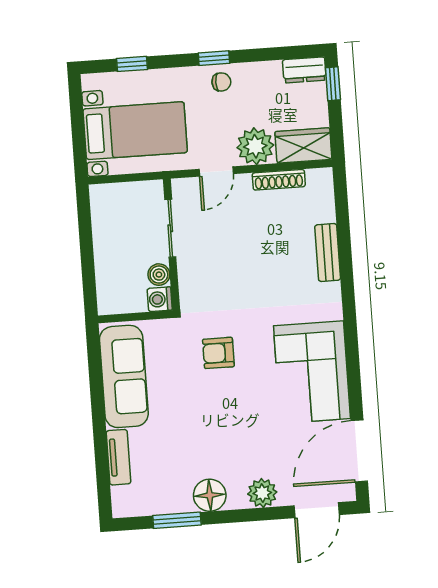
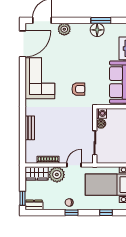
floor lamp: (210, 495) -> (97, 30), moved

